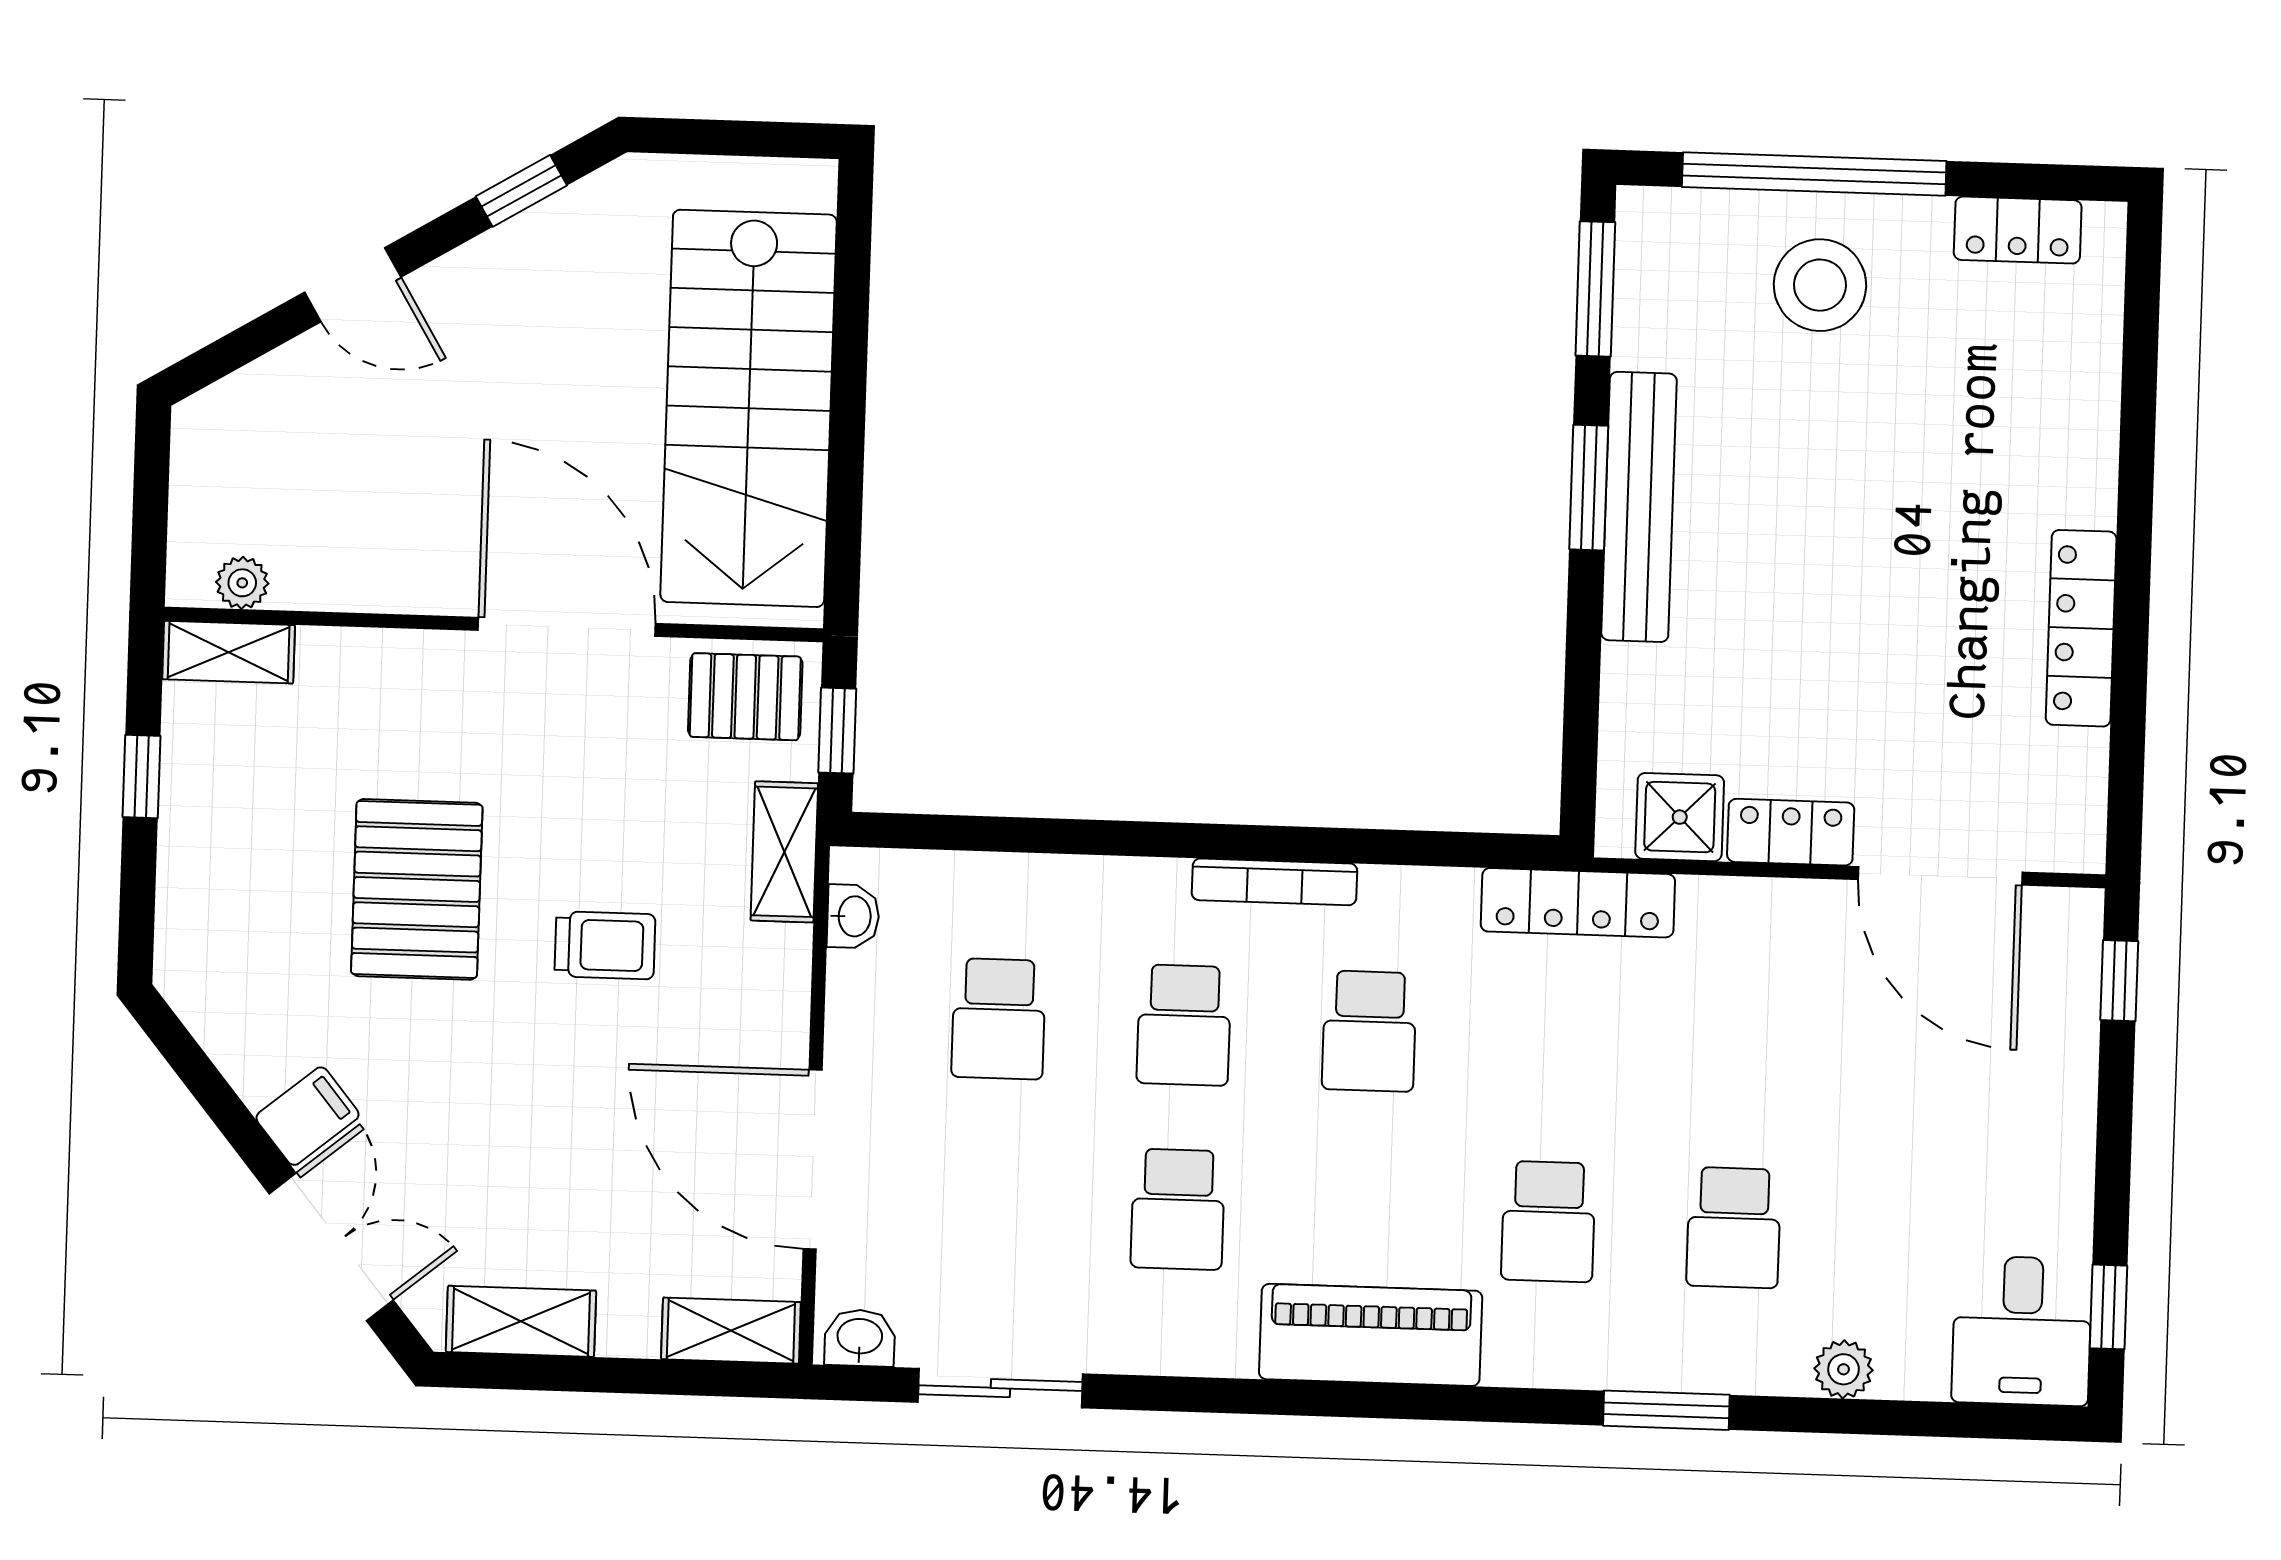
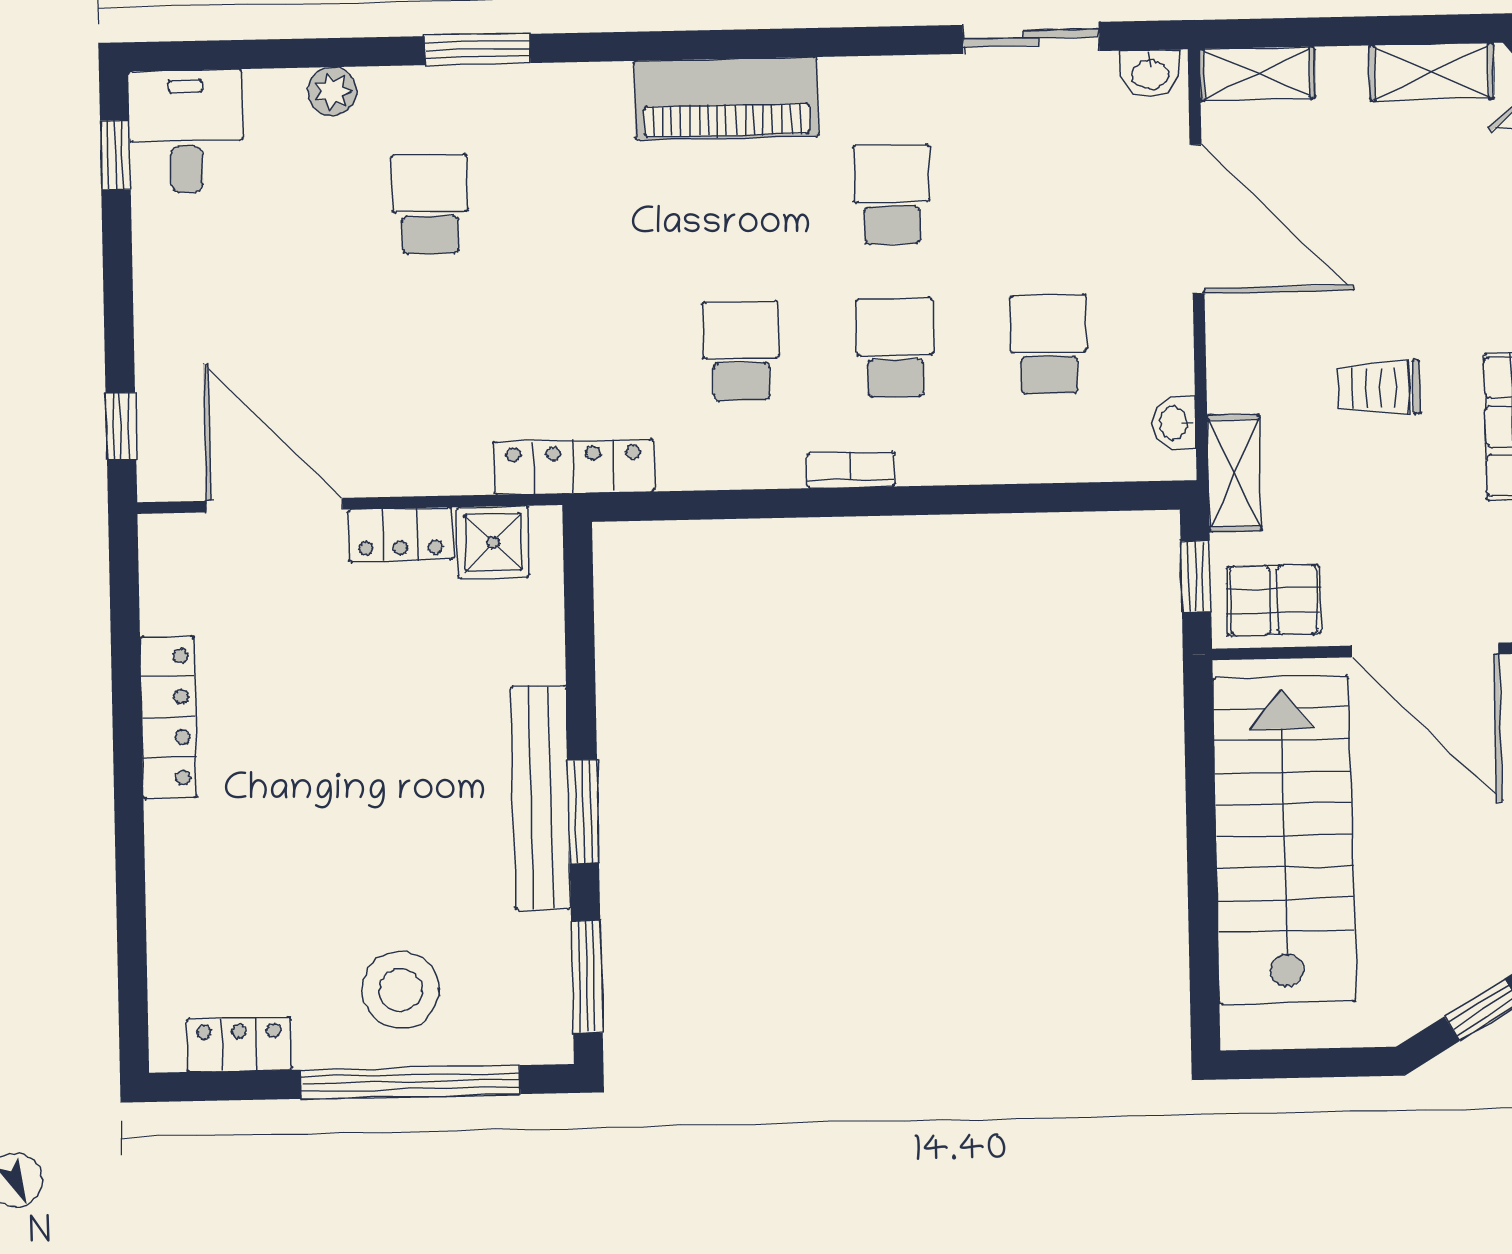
bookcase: (1274, 882) -> (851, 470), width x0.64
school desk: (1548, 1222) -> (584, 201), removed

